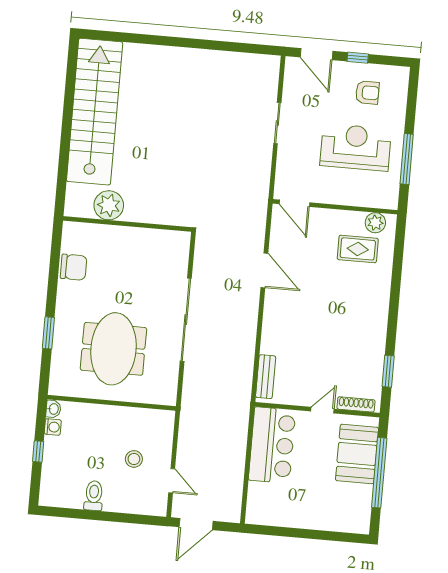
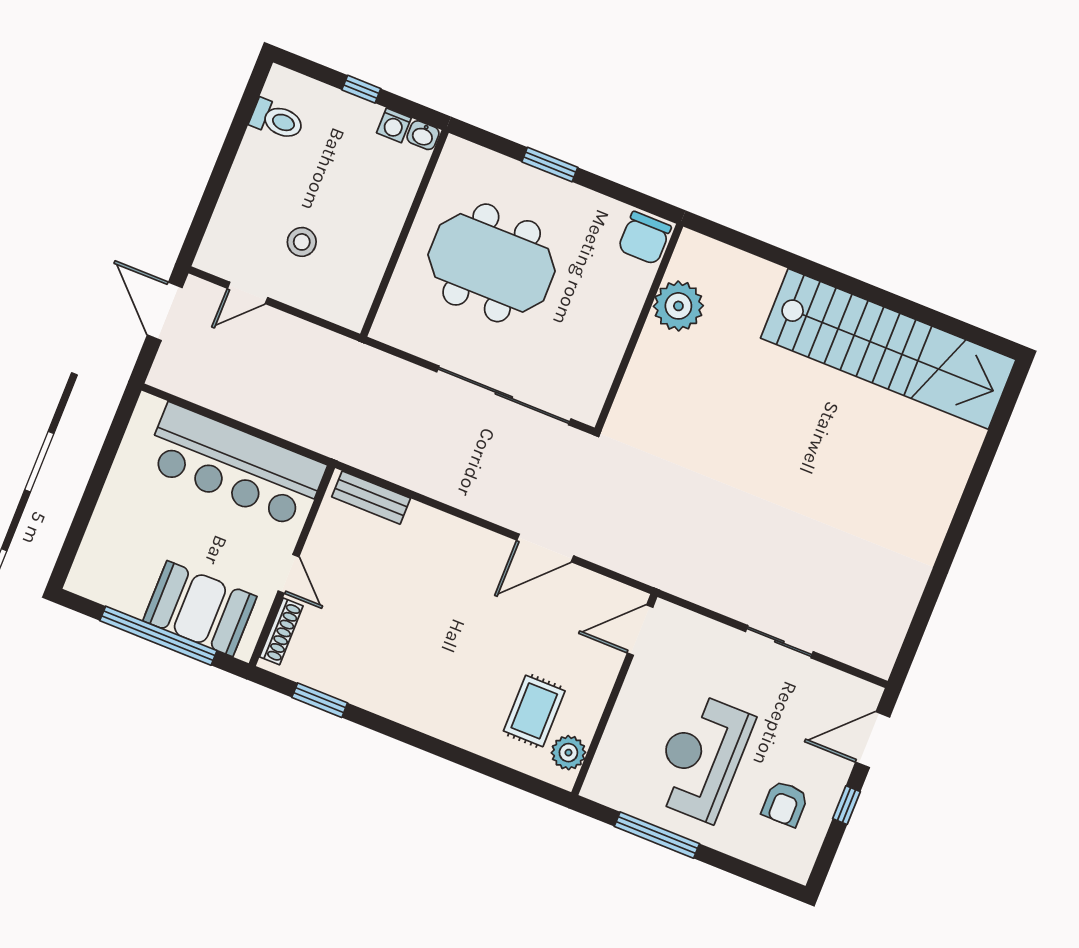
reception desk: (356, 147) -> (701, 758), turned 180
plant: (109, 205) -> (678, 306), moved
wall: (127, 224) -> (639, 327), moved
bar counter: (272, 445) -> (235, 466), width x1.36
toilet: (94, 496) -> (277, 120), moved

